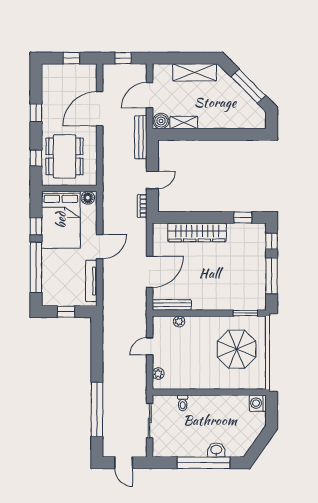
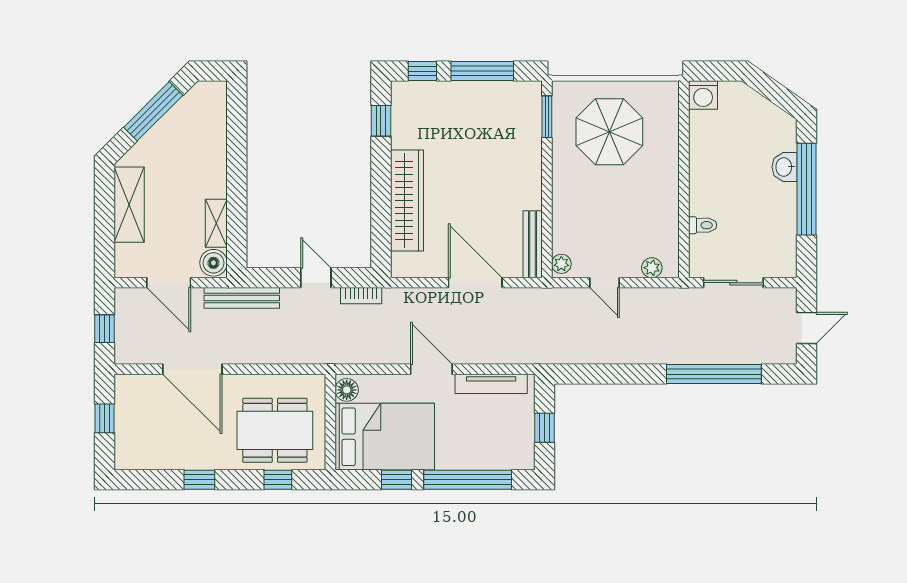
plant: (179, 321) -> (561, 264), moved

